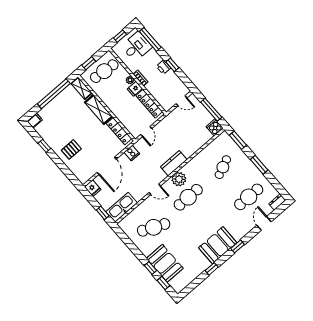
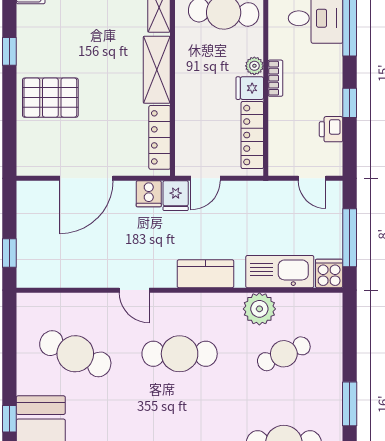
printer: (163, 67) -> (331, 129), moved
window: (238, 140) -> (350, 330), removed
pallet: (71, 149) -> (50, 98), width x1.50, depth x1.42
plant: (179, 179) -> (259, 309), moved
fridge: (93, 188) -> (176, 196), moved
kitchen sink: (122, 207) -> (280, 272), moved

